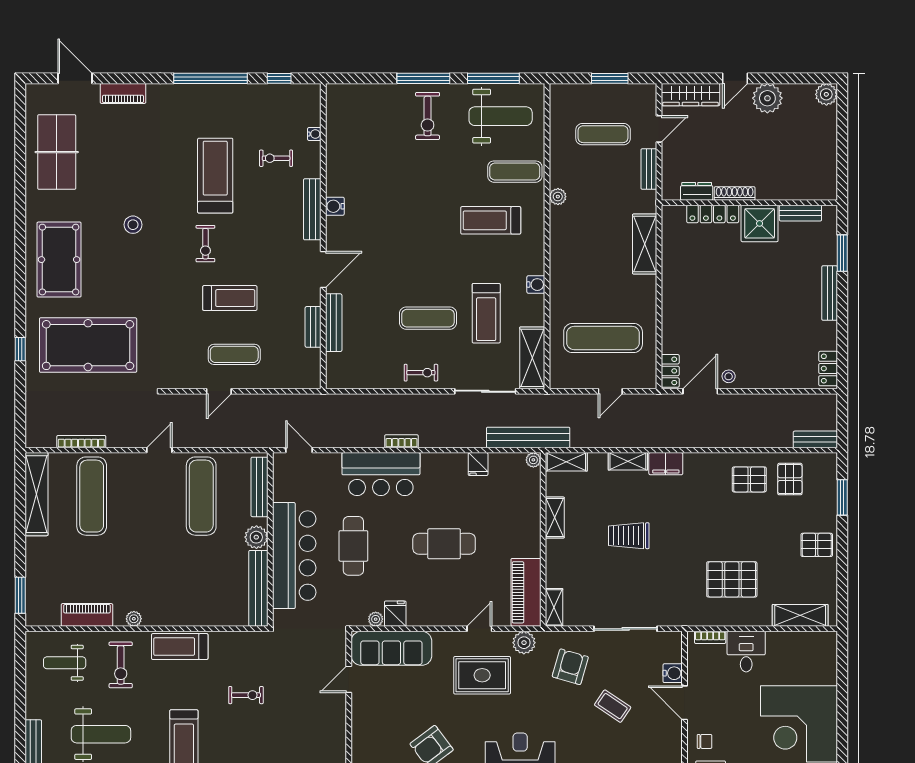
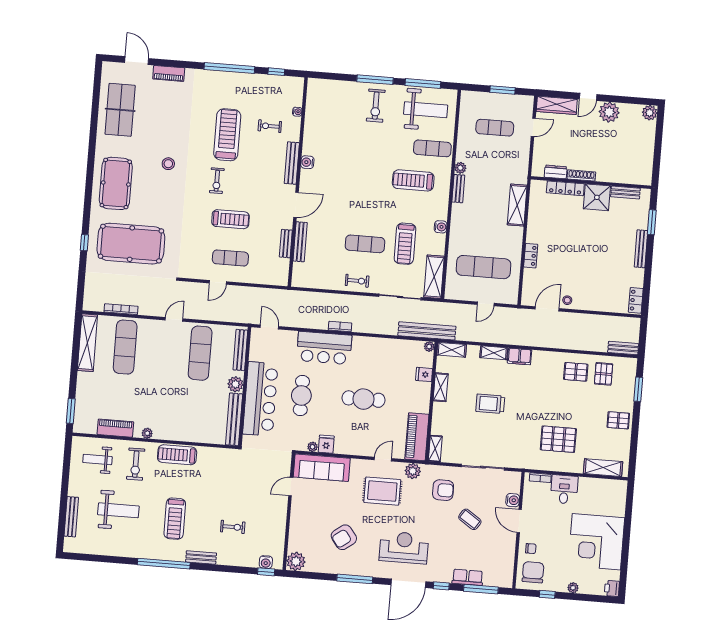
bench: (649, 169) -> (458, 189), moved
locker: (670, 371) -> (531, 256), moved
fridge: (478, 464) -> (424, 374), moved, turned 90
armchair: (570, 667) -> (443, 490), turned 74
exercise bike: (246, 695) -> (233, 527), moved

